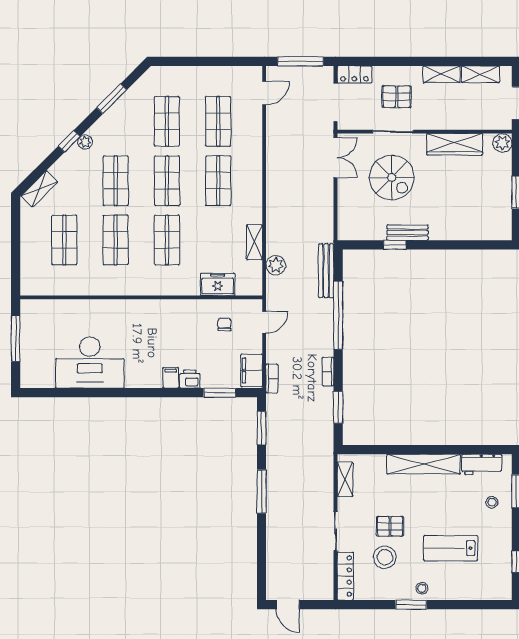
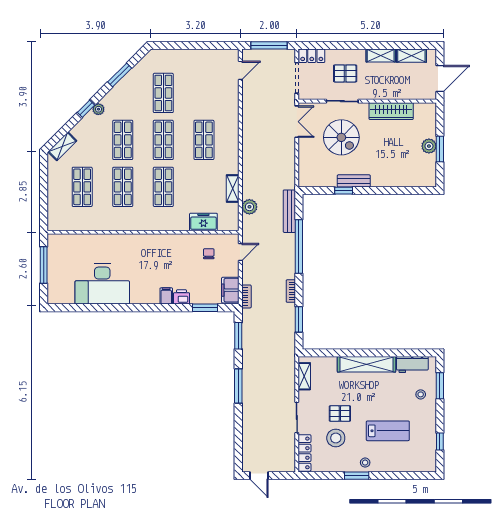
shop shelf: (218, 121) -> (204, 93), removed
plant: (502, 143) -> (429, 146), moved
lab bench: (450, 548) -> (388, 431), turned 180

